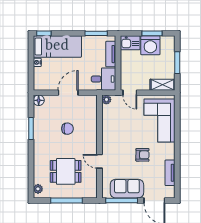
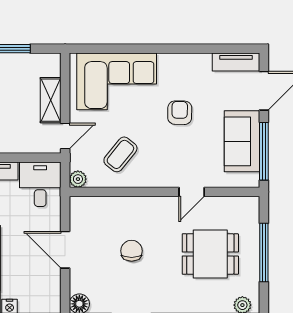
shelving: (163, 85) -> (51, 100), moved
coffee table: (120, 123) -> (120, 154), added
dining table: (66, 171) -> (210, 254), turned 90
tv unit: (170, 173) -> (236, 62), moved

